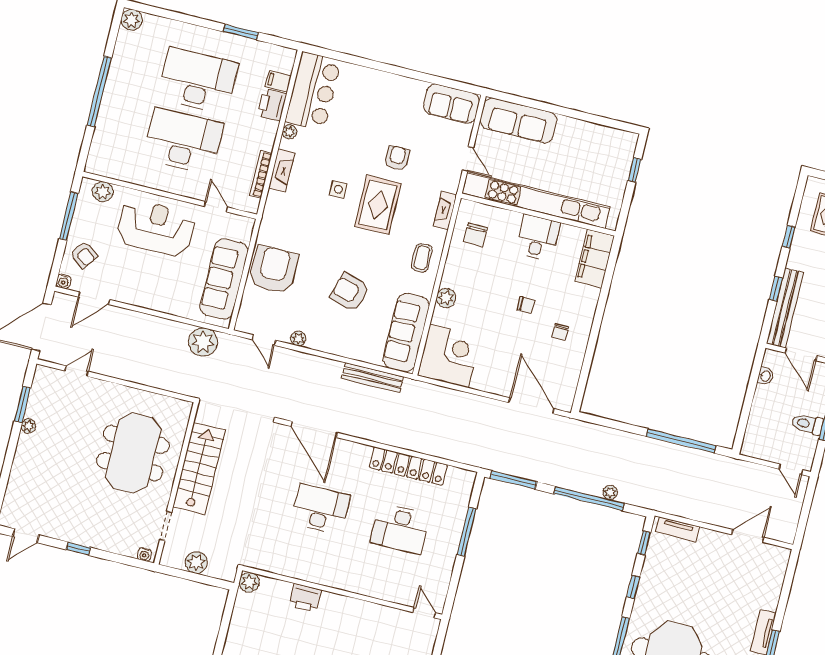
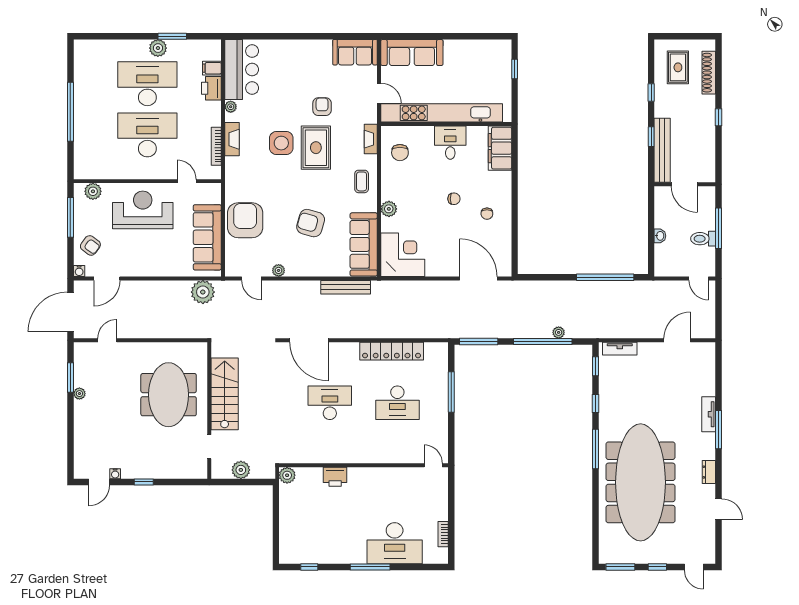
plant: (132, 20) -> (158, 48), moved
side table: (338, 189) -> (281, 143), width x1.87, depth x1.87
washbasin: (765, 376) -> (660, 236), moved
water cooler: (144, 554) -> (115, 474), moved

